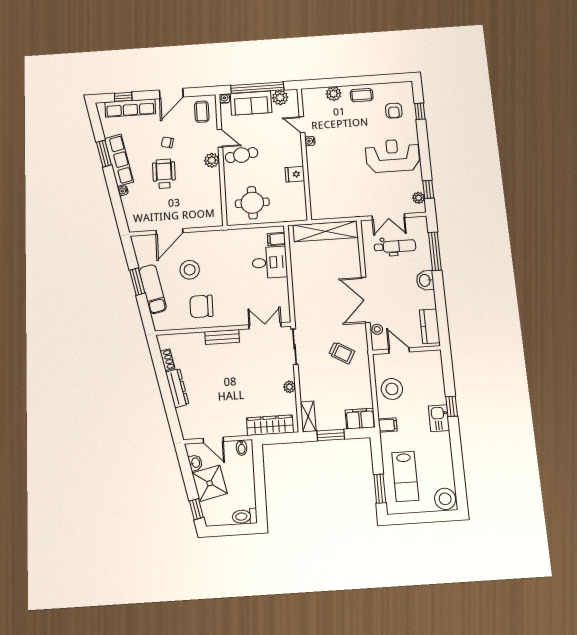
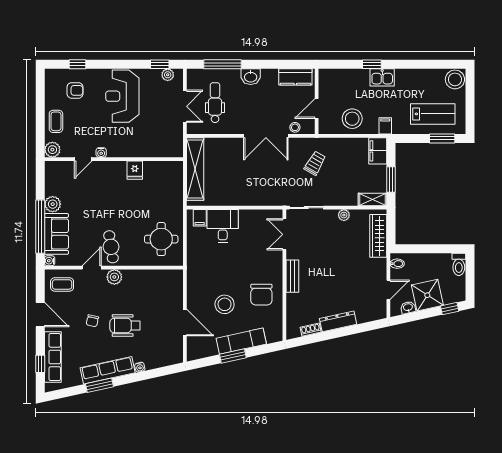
door: (302, 125) -> (83, 159), moved
water cooler: (310, 141) -> (101, 153), moved
wall: (304, 153) -> (114, 159), moved
fridge: (295, 174) -> (135, 170), moved

